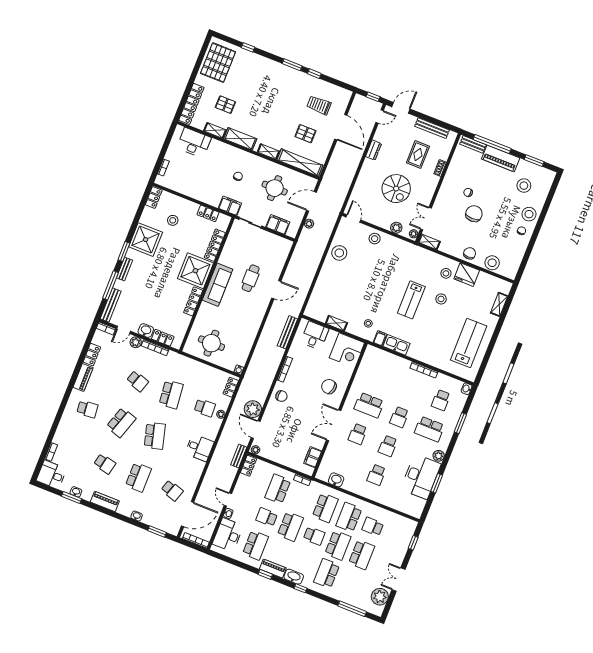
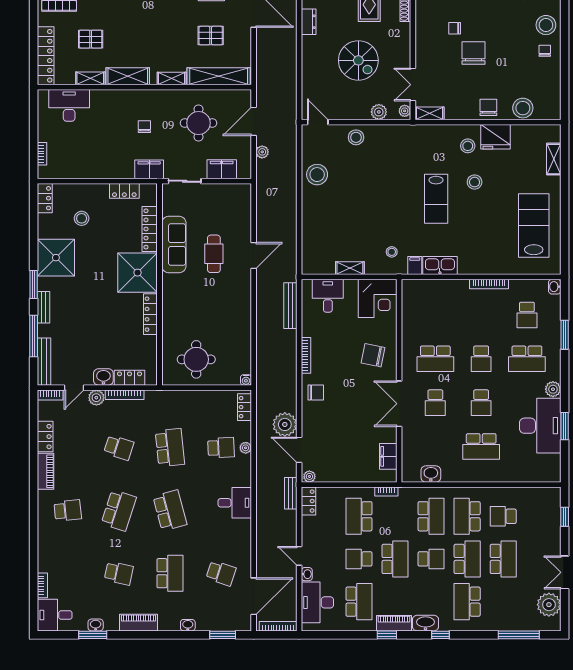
sofa: (218, 285) -> (174, 244), moved
school desk: (376, 475) -> (481, 446), width x1.85

